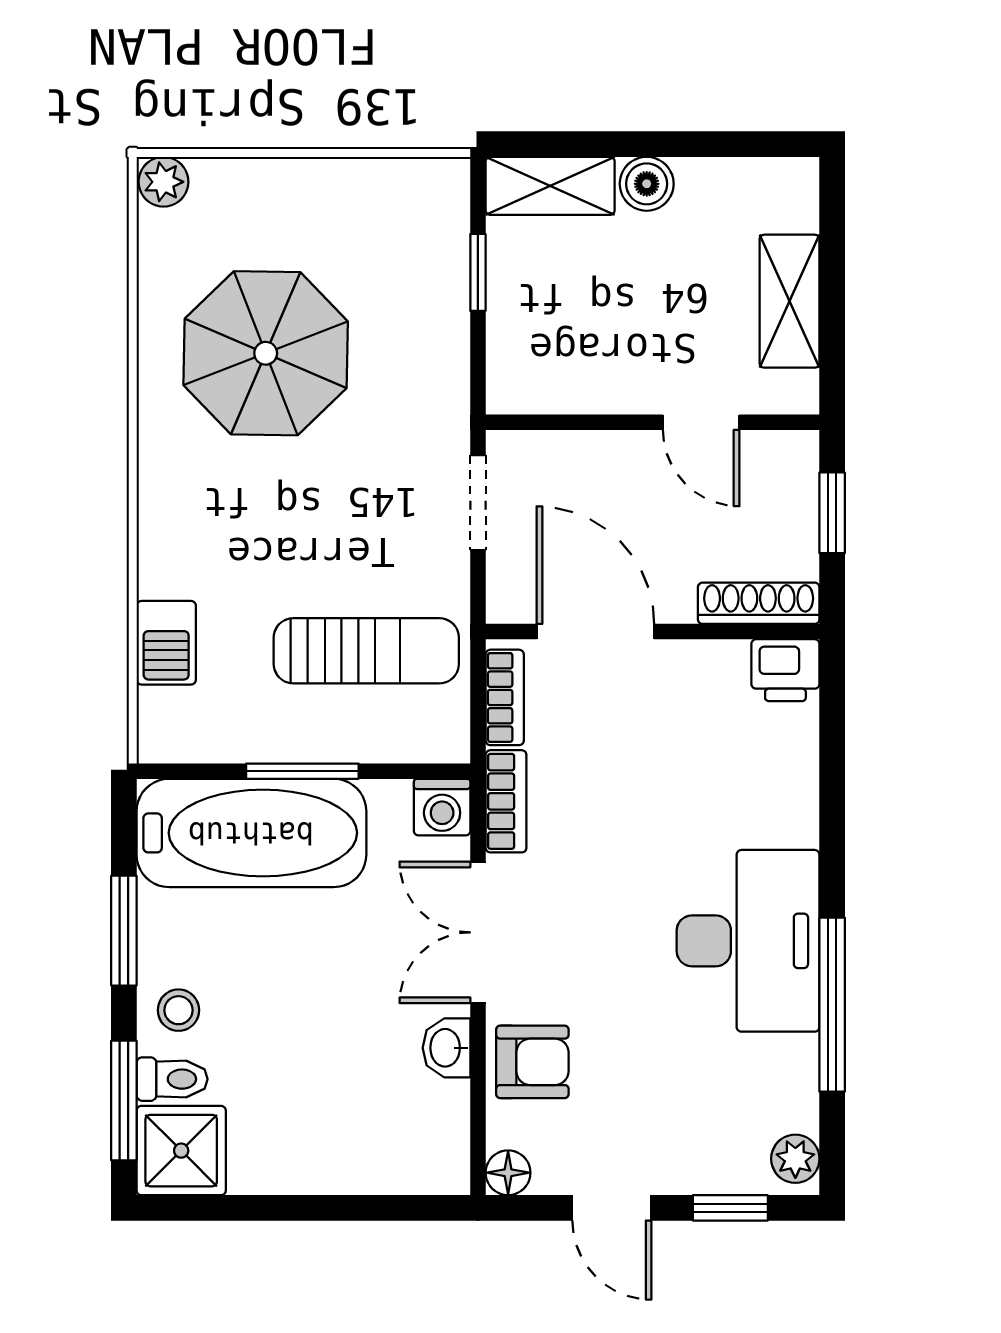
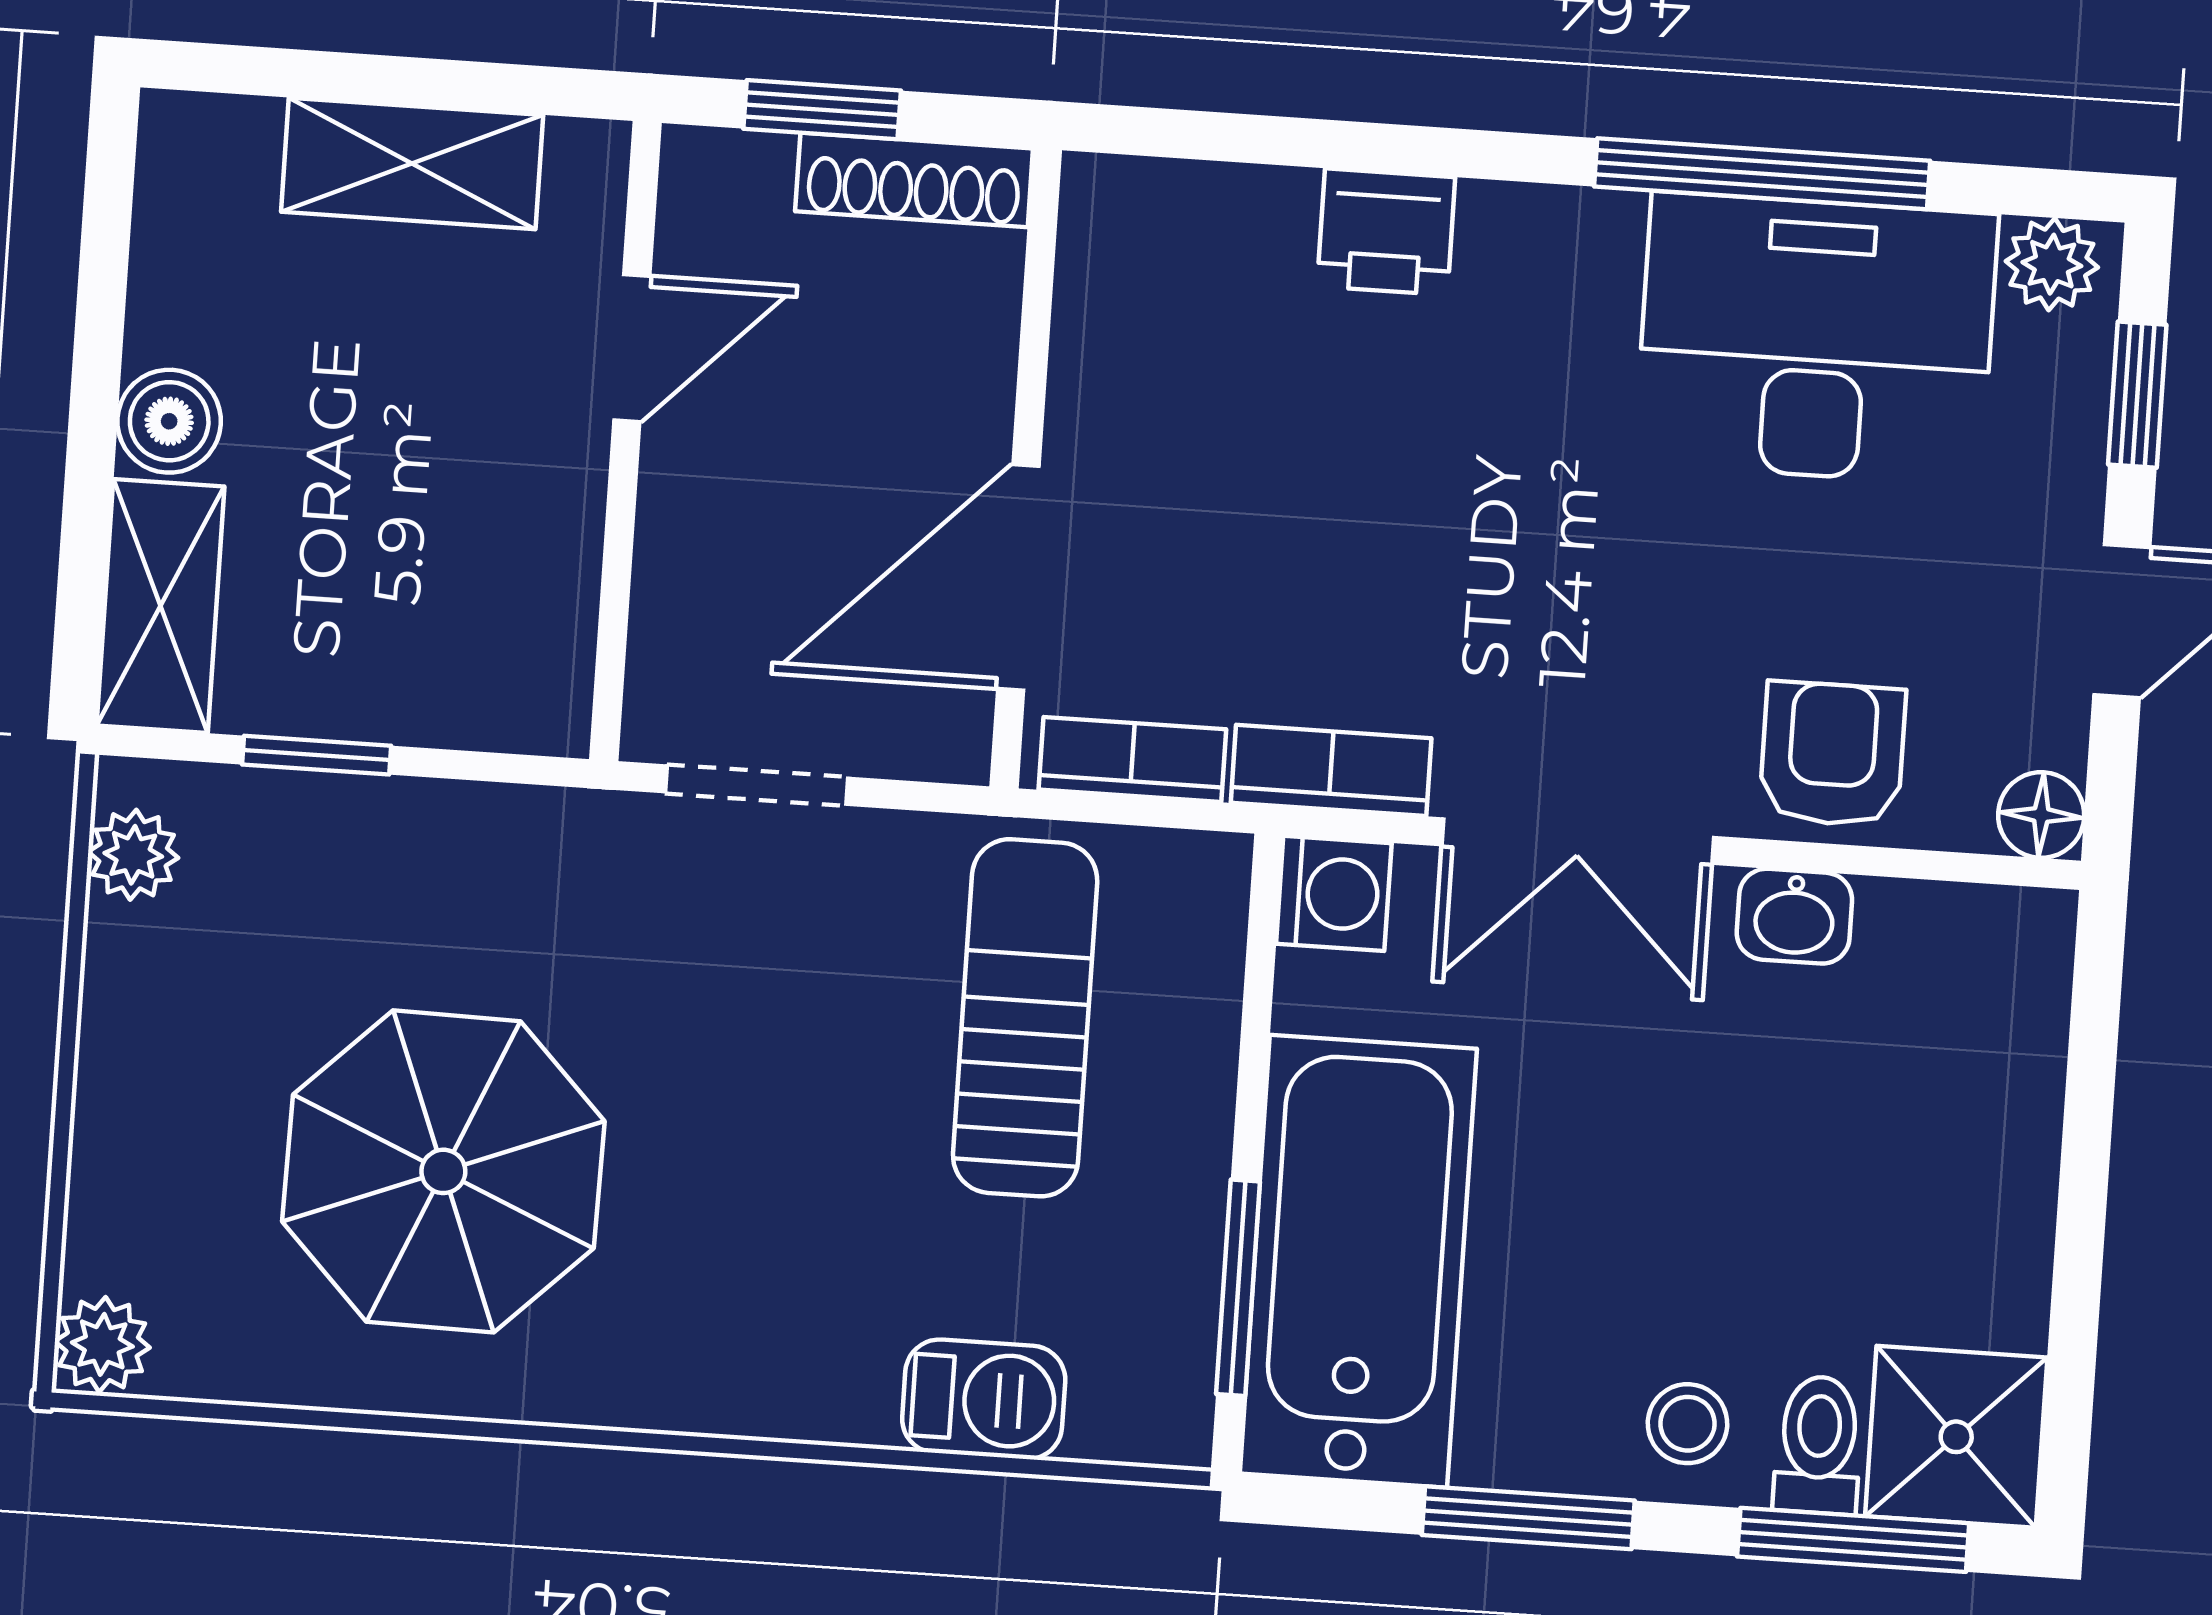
plant: (420, 180) -> (133, 855), added
shoe rack: (759, 603) -> (914, 180), moved, turned -90
printer: (785, 670) -> (1386, 232), moved, turned 90
window: (302, 771) -> (1238, 1288), moved
desk: (748, 941) -> (1816, 339), moved

